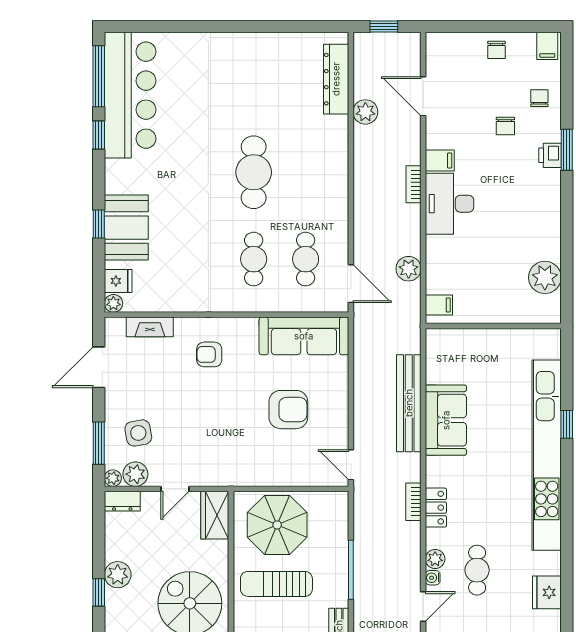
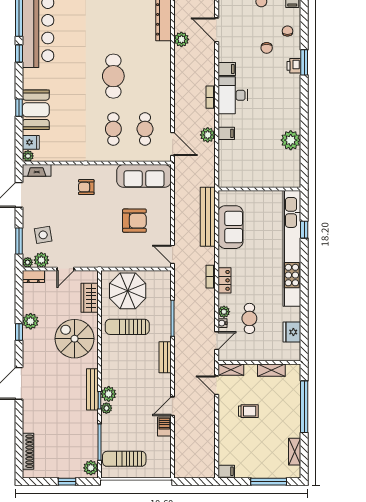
bookcase: (413, 184) -> (211, 97), moved
filing cabinet: (439, 305) -> (226, 133), moved
wall: (493, 326) -> (259, 189), moved
fireplace: (150, 327) -> (37, 170), moved
wardrobe: (215, 515) -> (90, 298), moved

